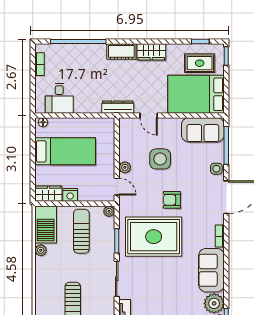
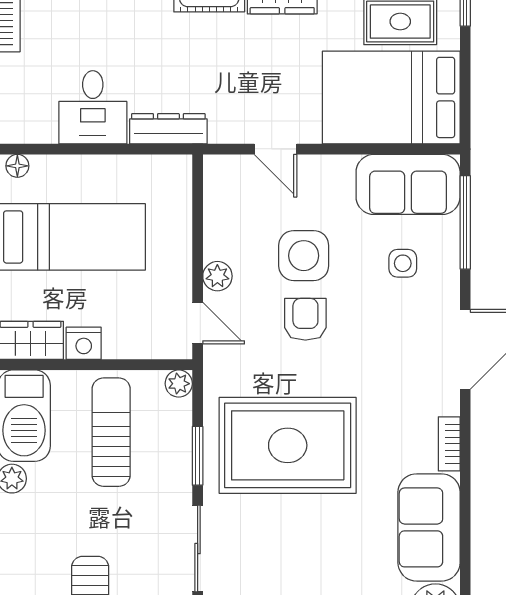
desk: (59, 98) -> (93, 107), moved
dresser: (118, 107) -> (168, 129), moved
side table: (216, 169) -> (403, 263), moved
armchair: (172, 200) -> (305, 319), moved, turned 90

